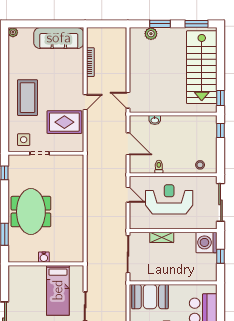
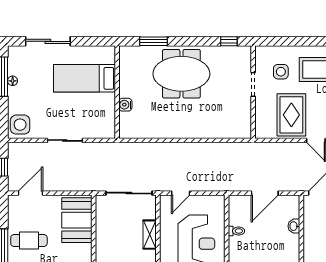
side table: (24, 140) -> (281, 72), moved
door: (128, 195) -> (181, 193), moved
water cooler: (44, 257) -> (125, 105), moved
bed: (58, 290) -> (84, 78), moved

